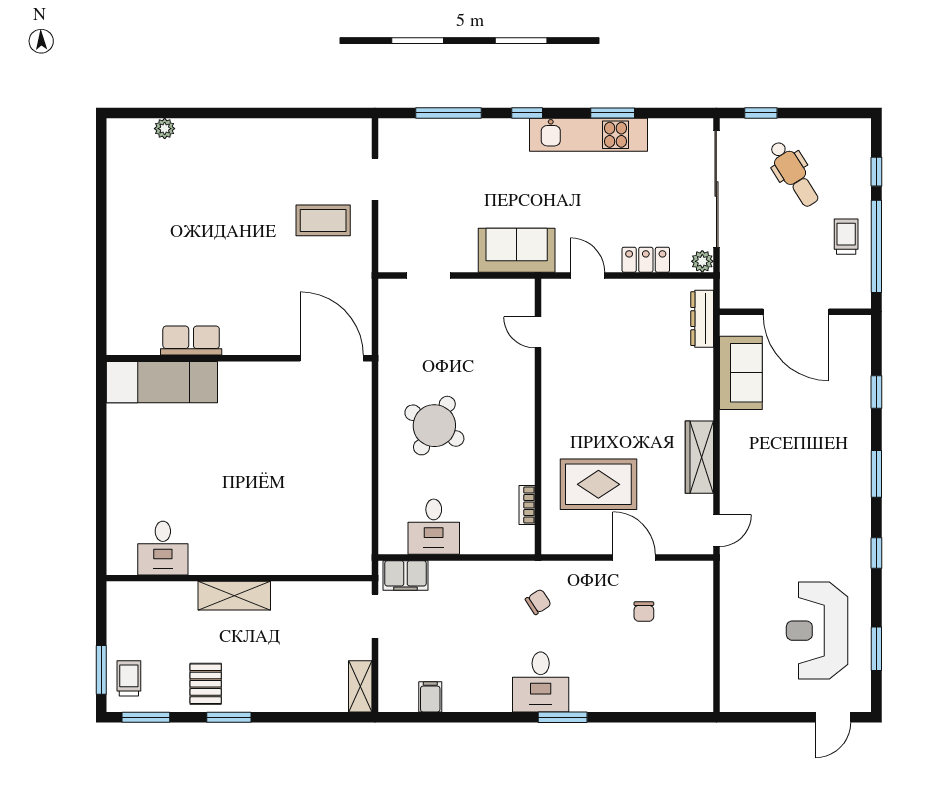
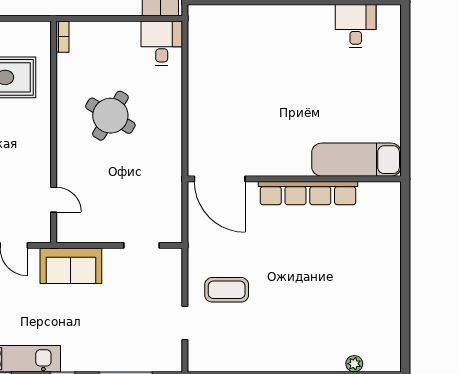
row of seats: (191, 341) -> (308, 193), width x2.02
round table: (434, 426) -> (110, 116), moved
bookcase: (527, 505) -> (63, 37), moved
desk: (434, 527) -> (162, 43), moved

